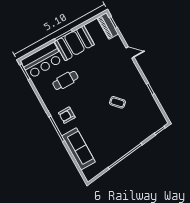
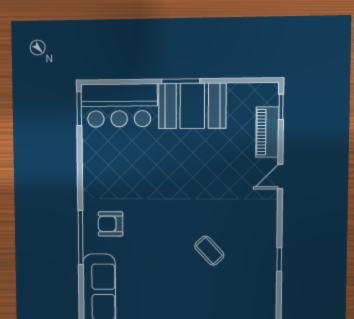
piano: (108, 26) -> (267, 132), moved
door: (130, 52) -> (280, 177), swing flipped
cafe table: (65, 80) -> (141, 163), removed

